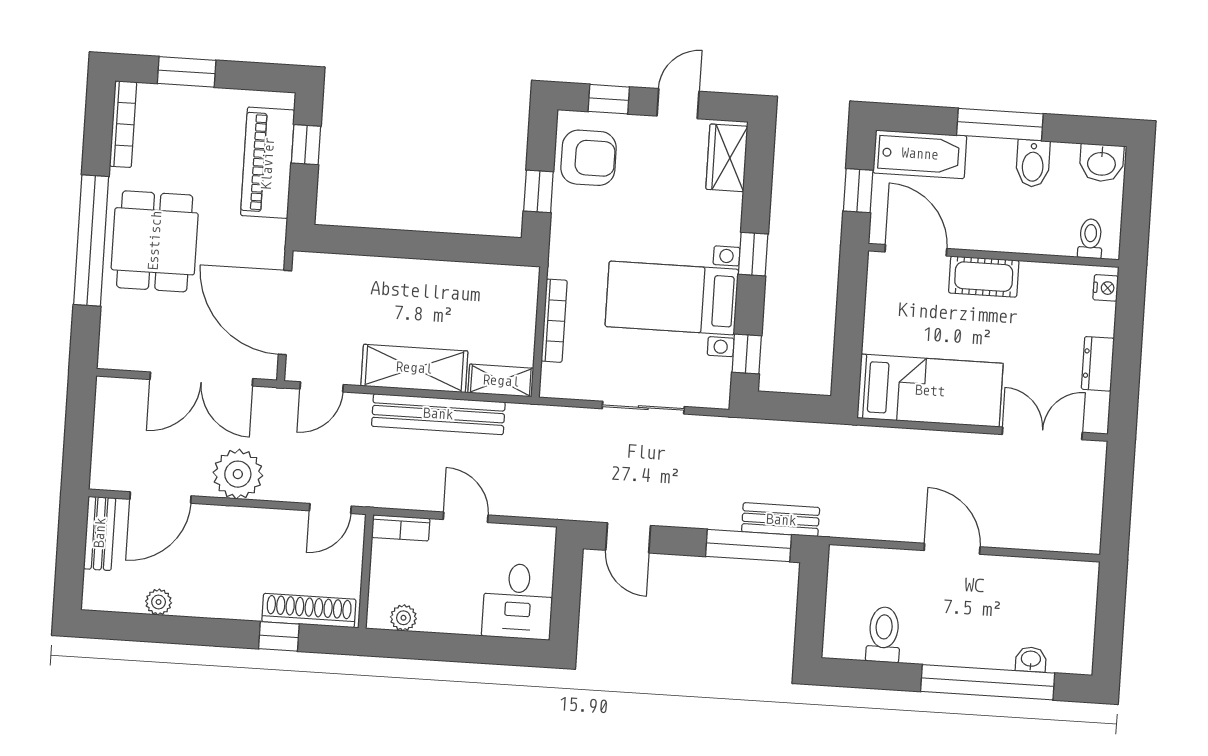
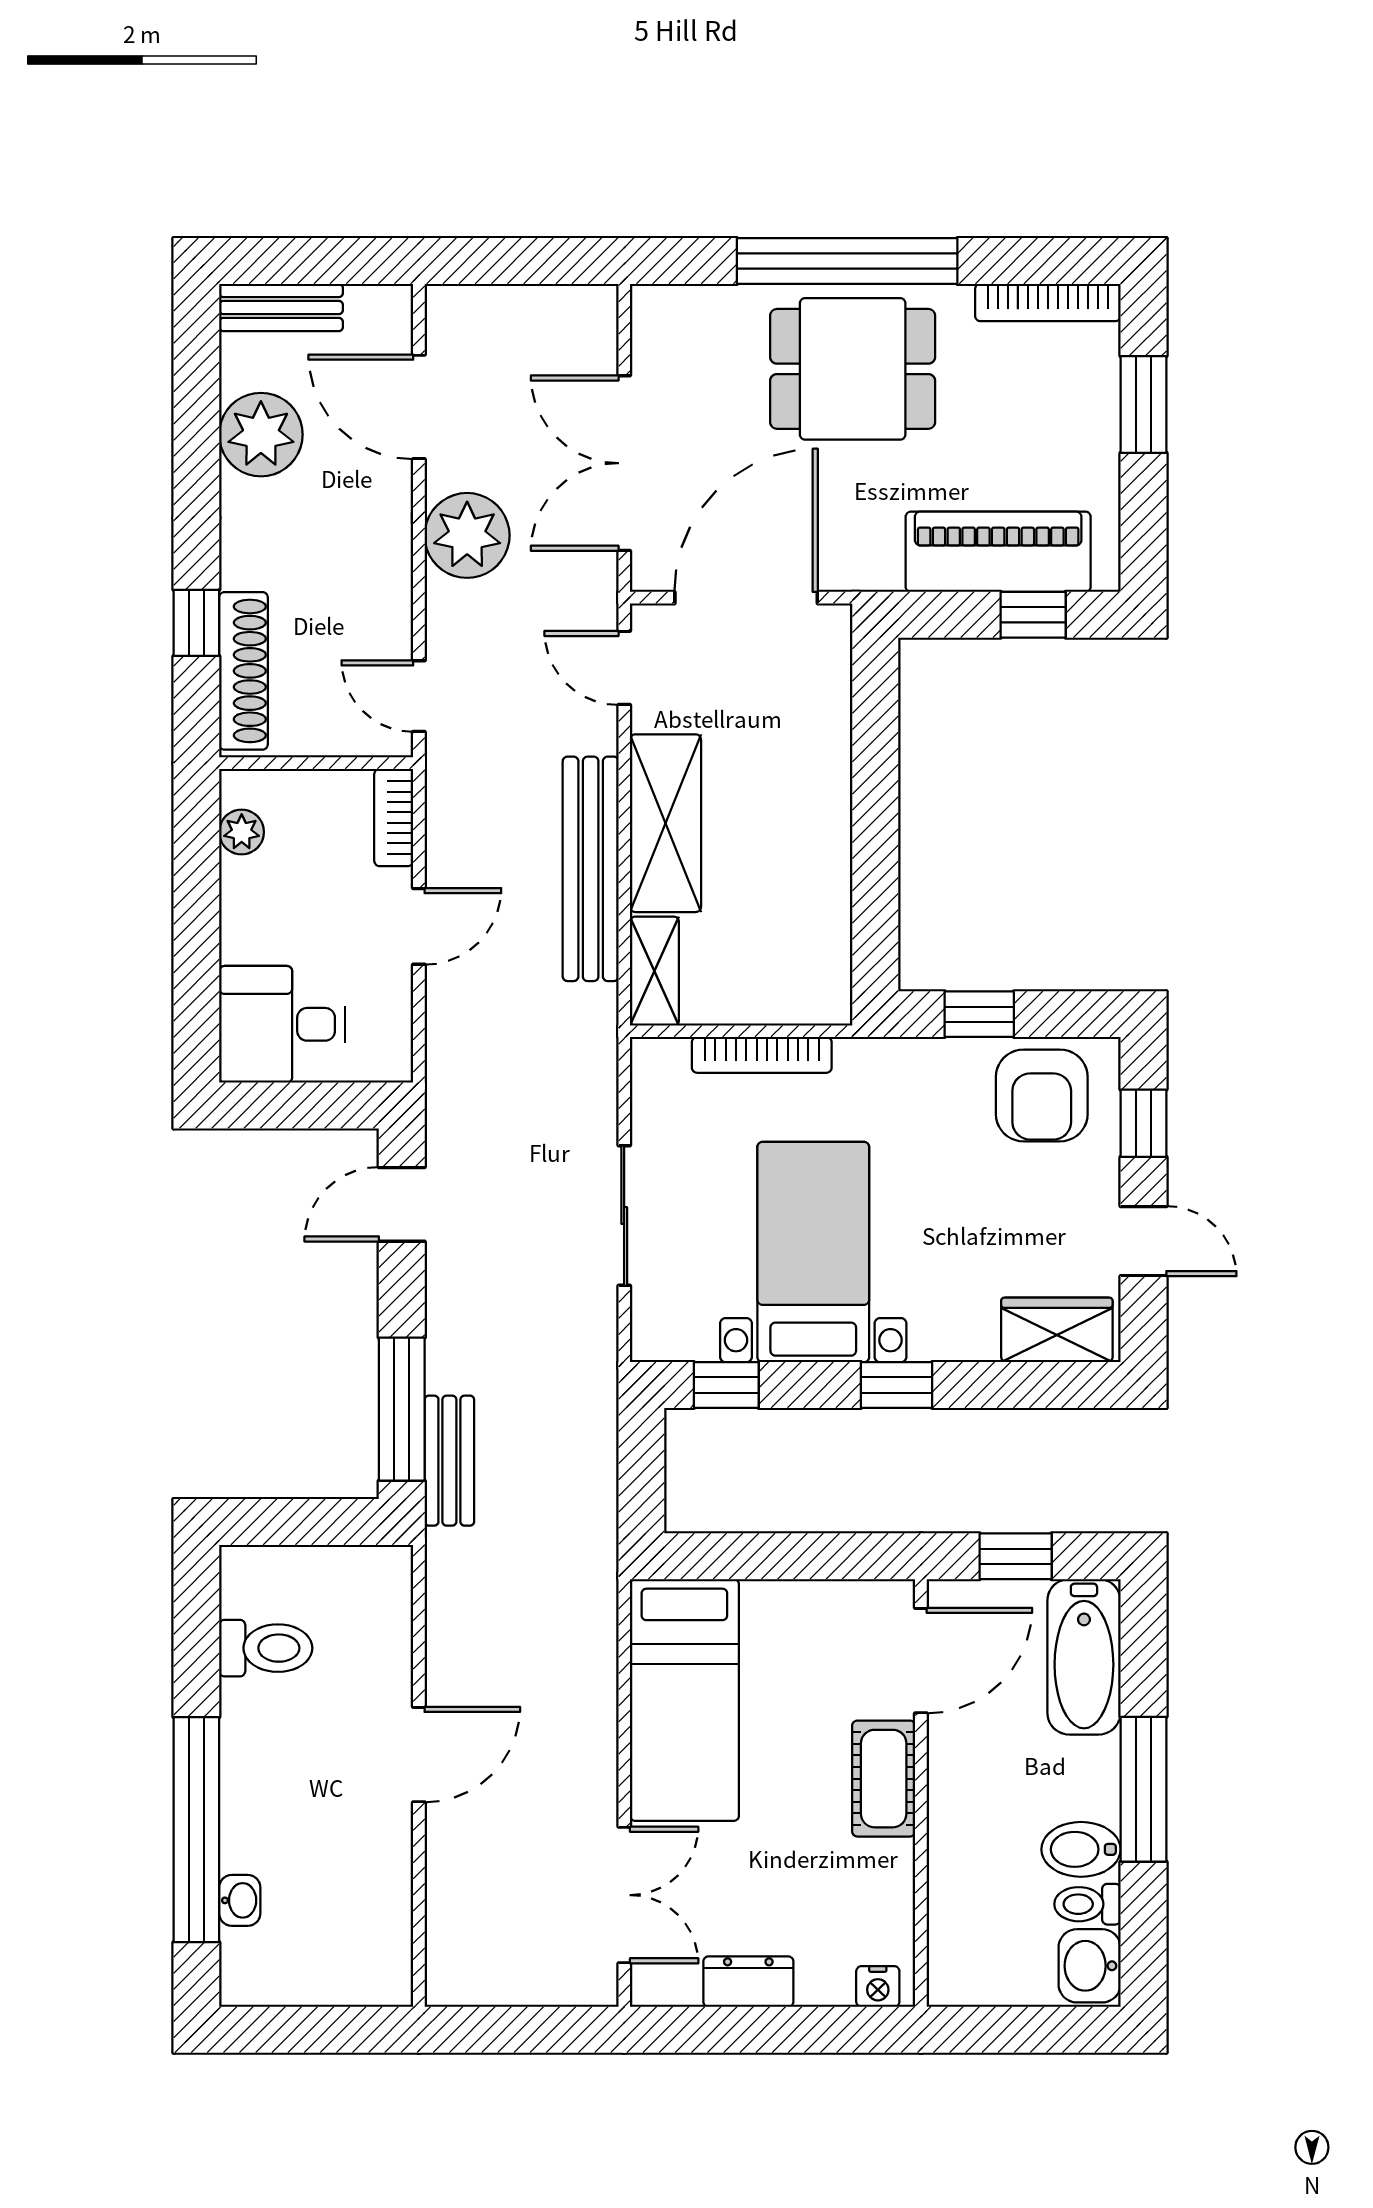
toilet: (1090, 239) -> (1087, 1904), moved, turned 180
bench: (100, 533) -> (281, 308), moved
plant: (159, 602) -> (261, 435), width x1.88, depth x1.88

